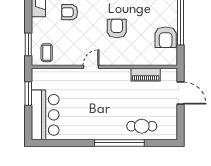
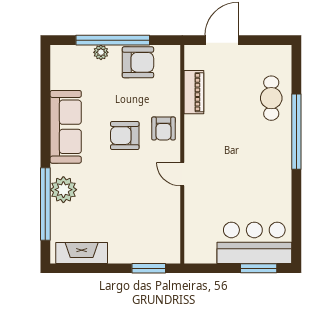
armchair: (70, 12) -> (163, 128), moved
plant: (172, 13) -> (101, 52), added
coffee table: (47, 53) -> (161, 241), removed
window: (28, 94) -> (259, 268), moved

